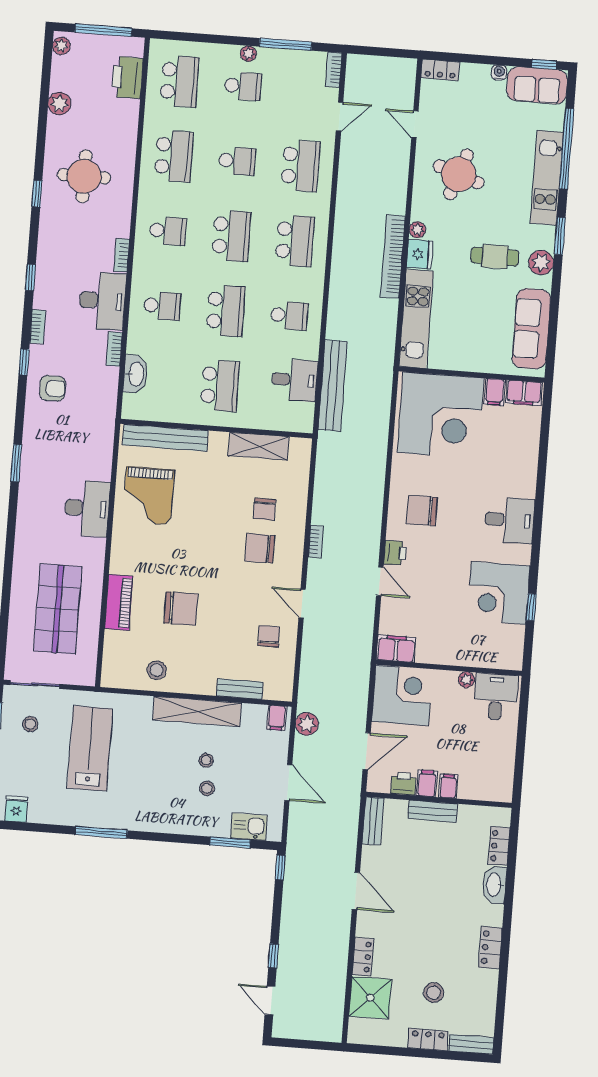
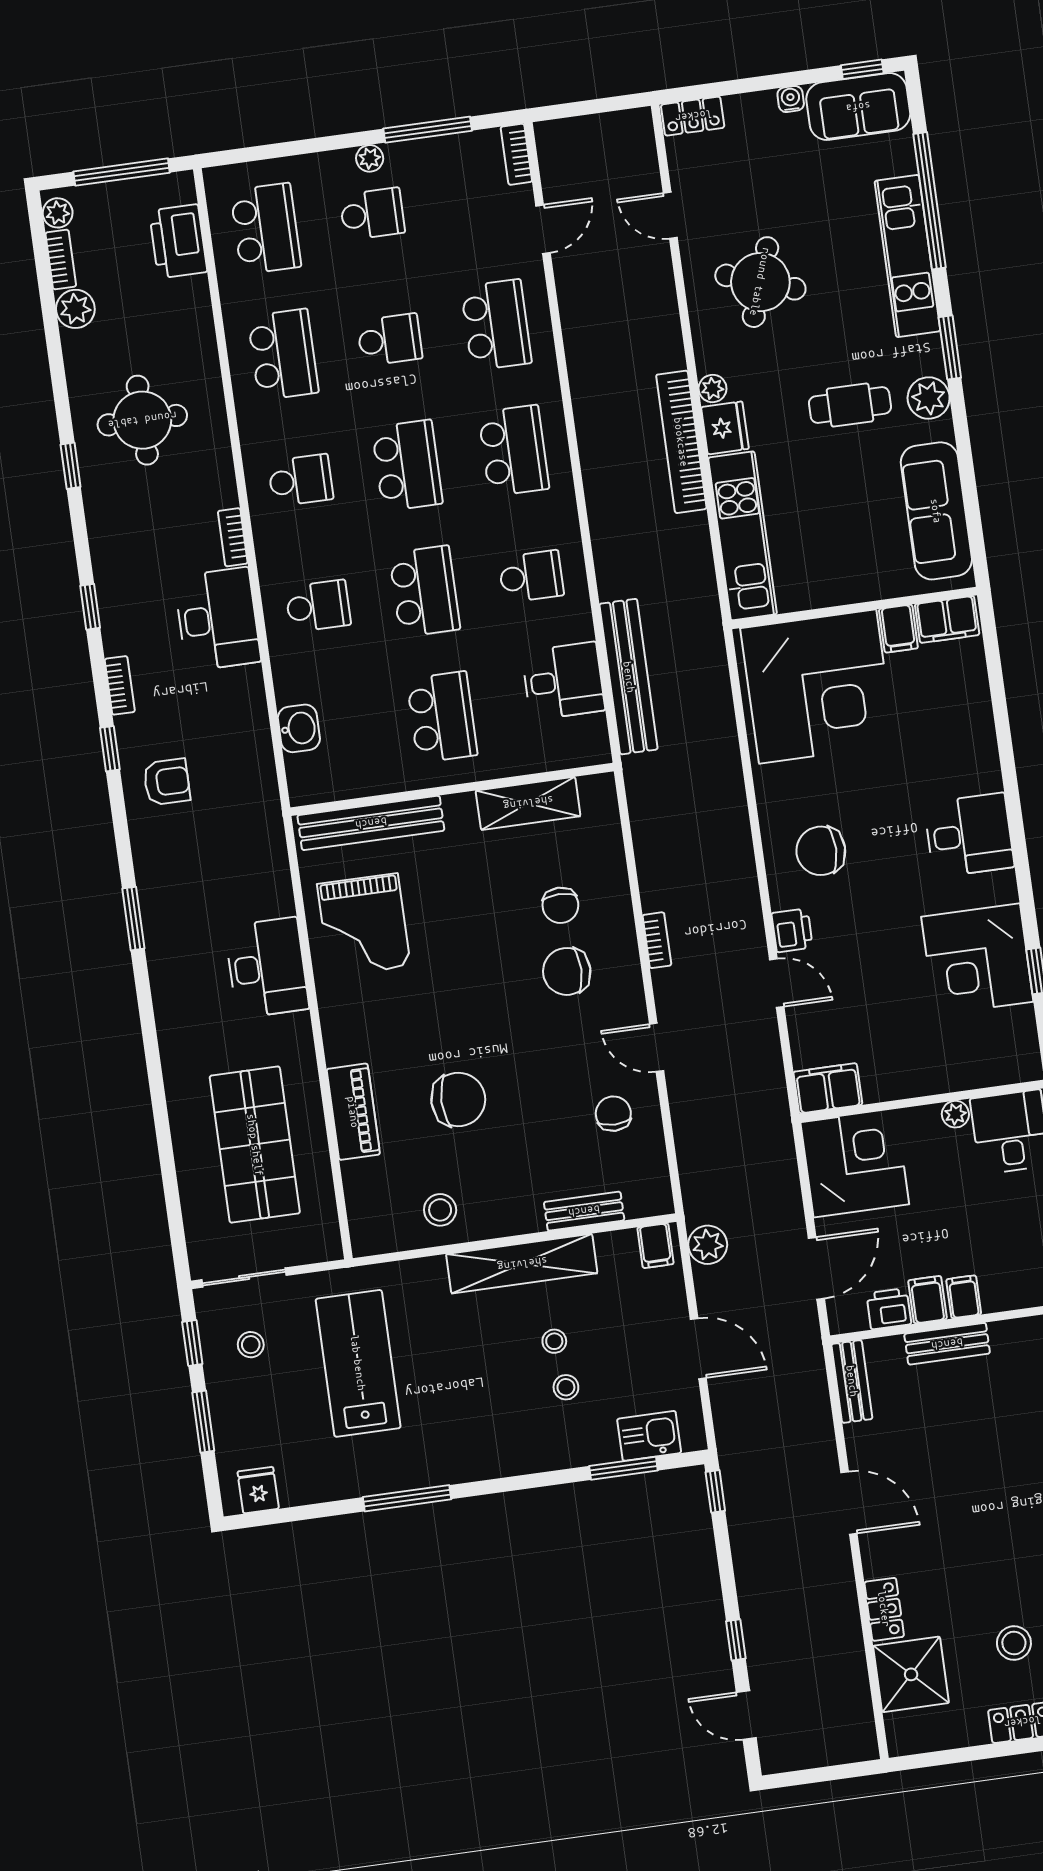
bookcase: (114, 349) -> (61, 259), moved, turned 180
washbasin: (136, 374) -> (299, 728), width x0.72

